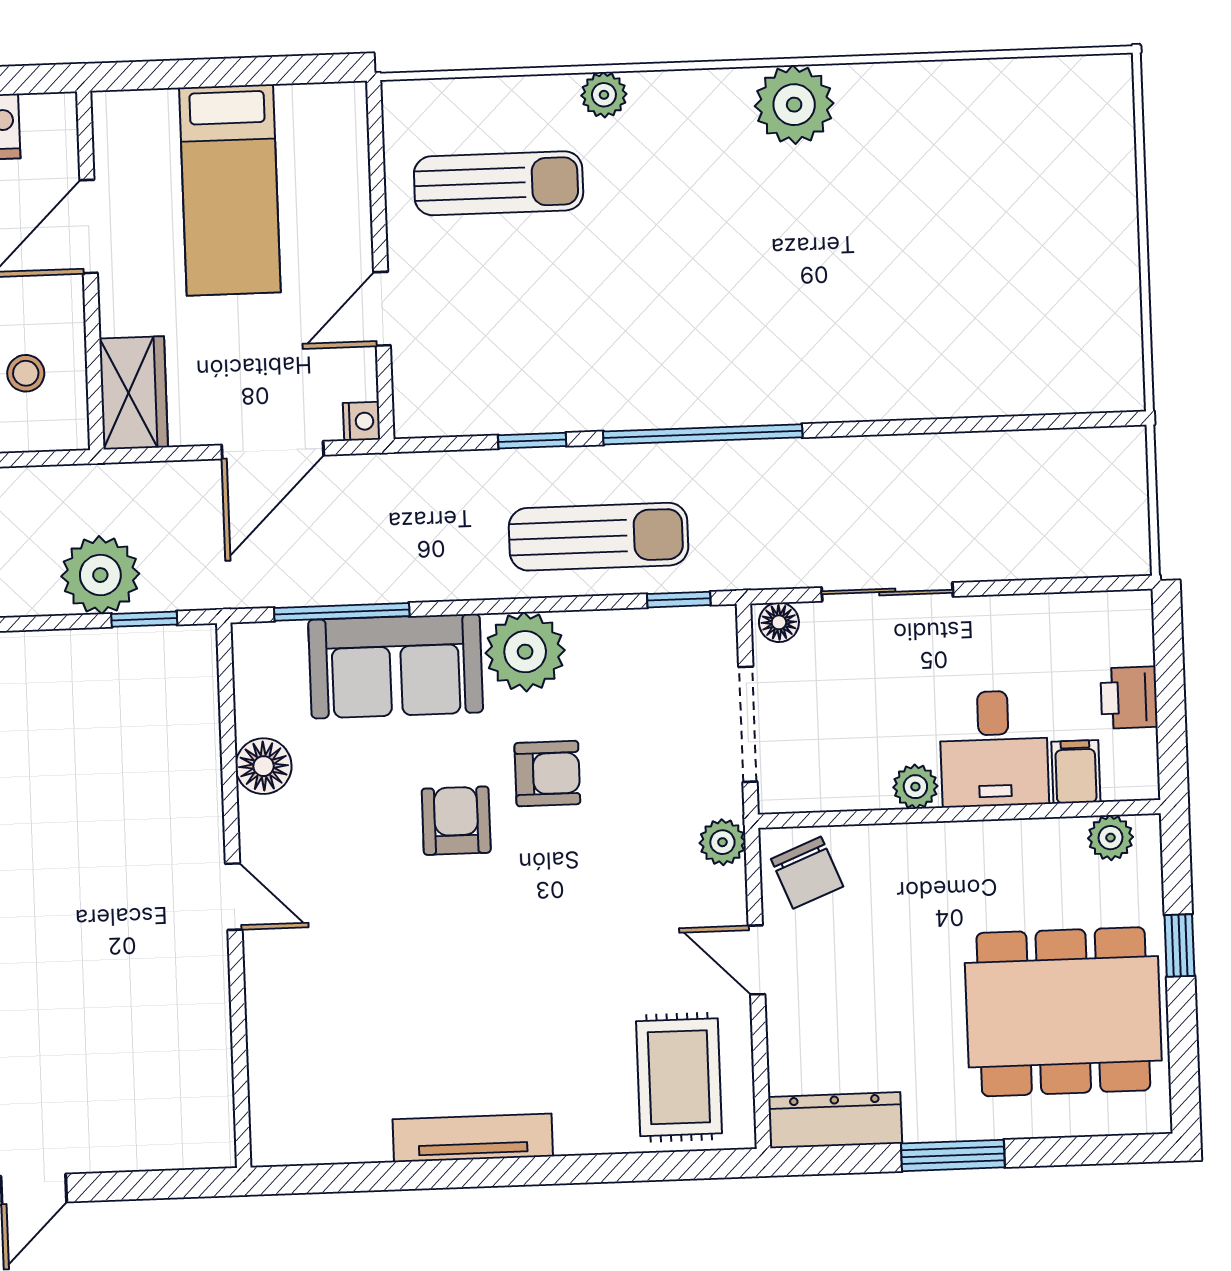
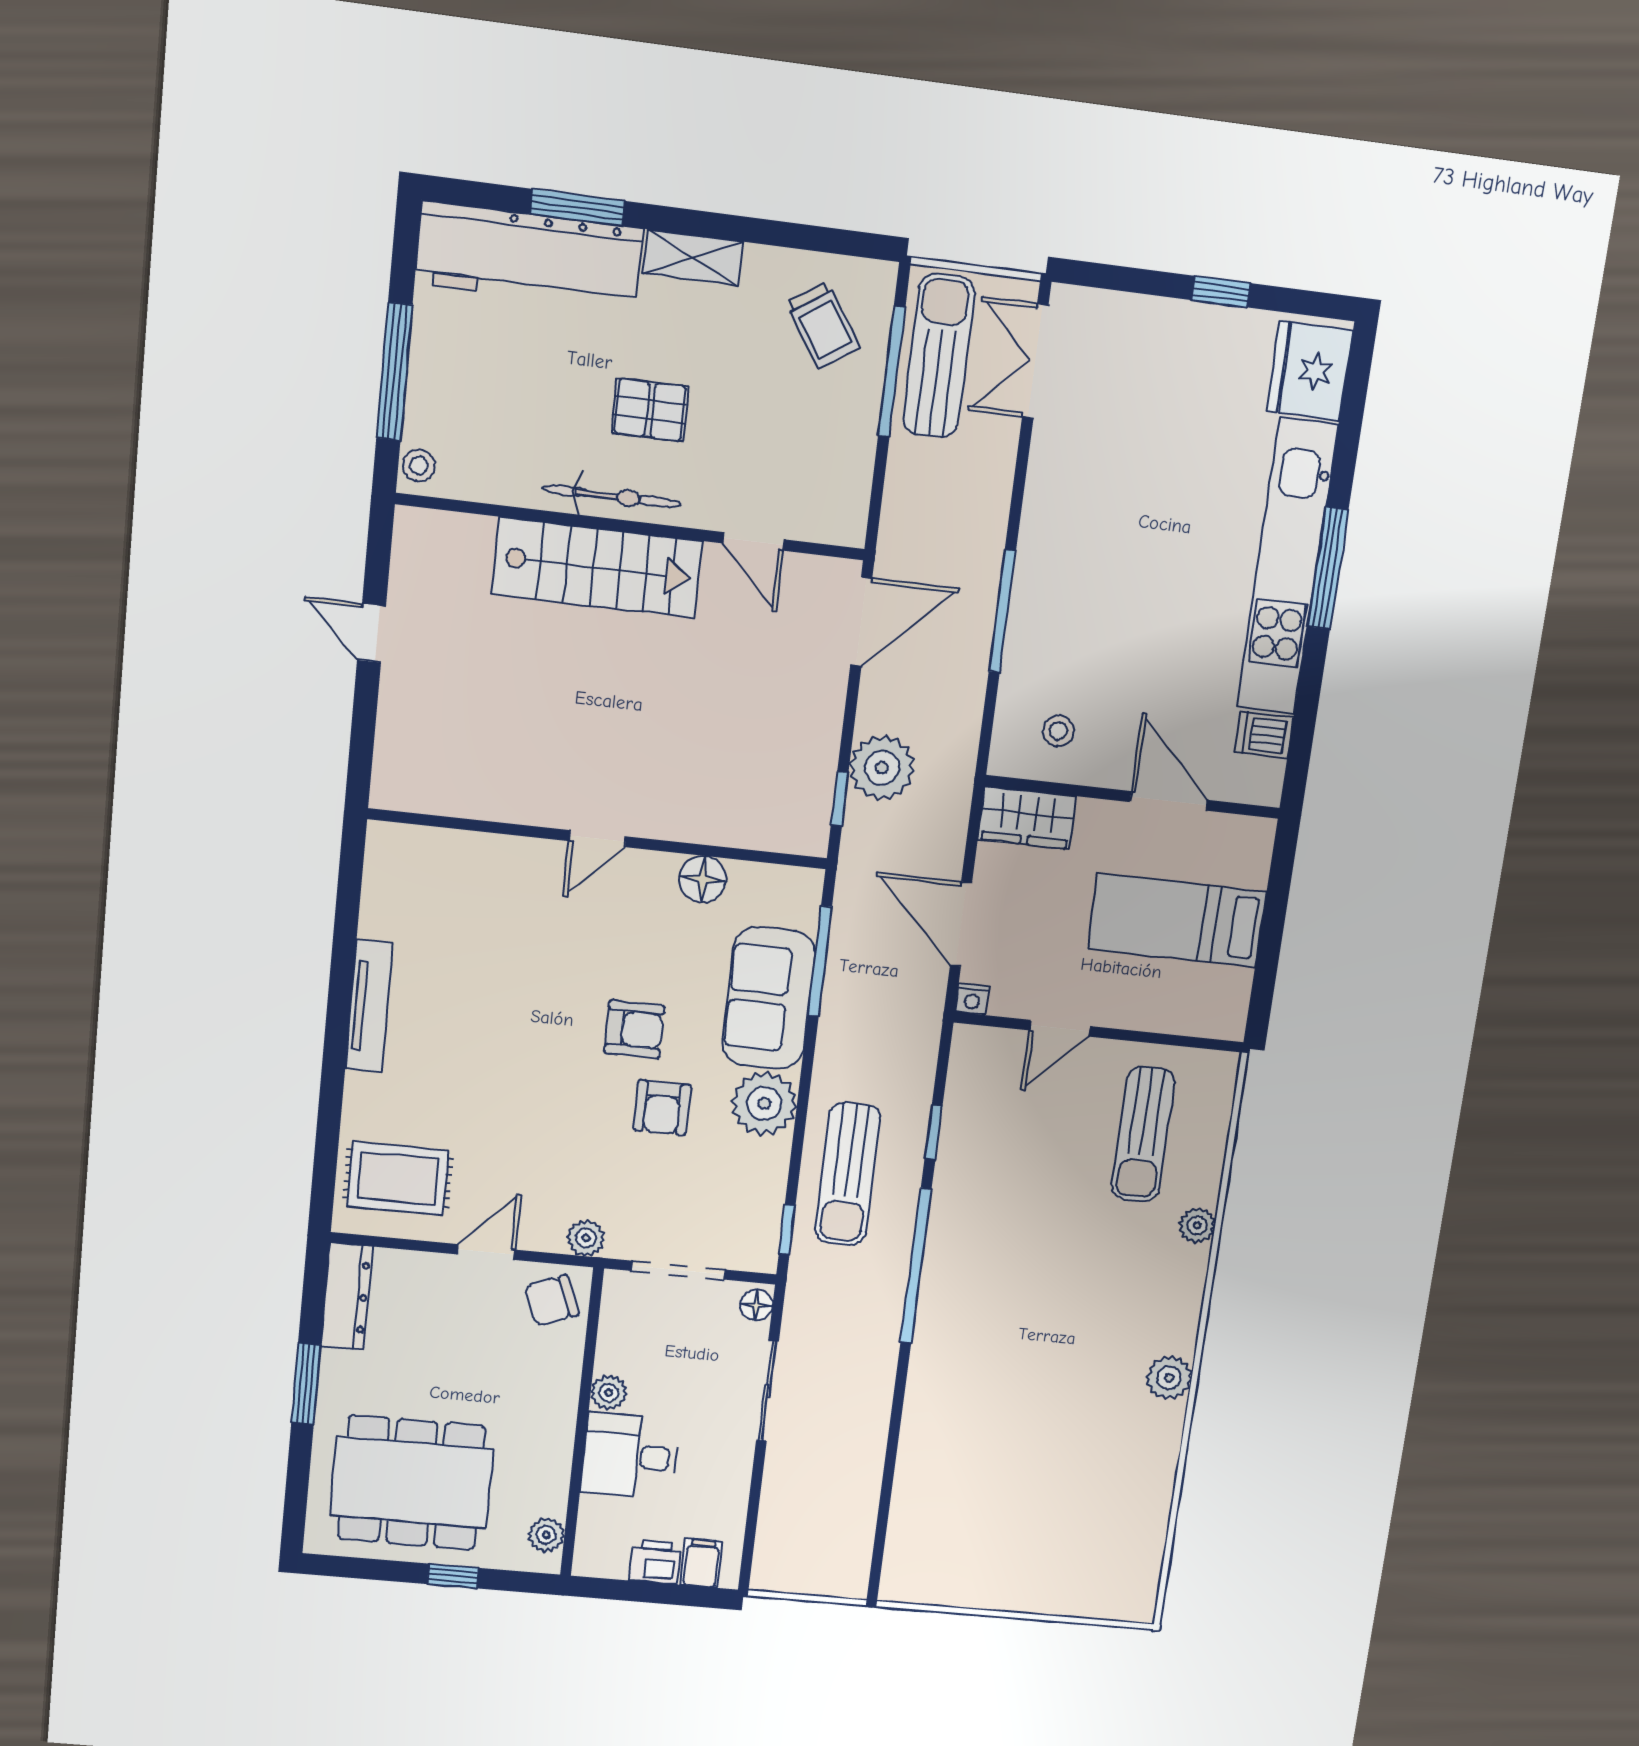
plant: (794, 105) -> (1169, 1378), width x0.73, depth x0.73
door: (382, 309) -> (1060, 1028), swing flipped
filing cabinet: (1076, 772) -> (702, 1563), moved, turned -90
dining table: (1063, 1012) -> (412, 1483), turned 90

